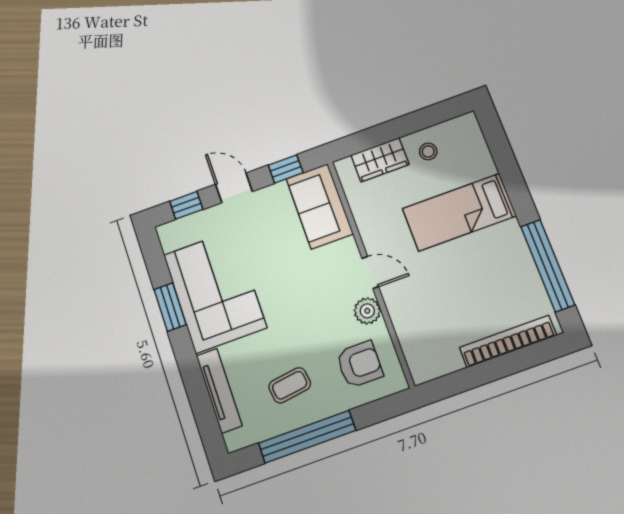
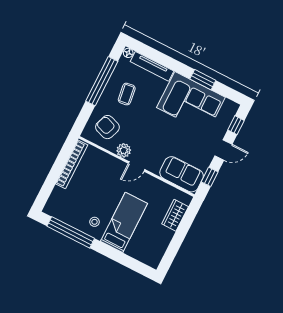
stool: (428, 151) -> (95, 222), moved
bookcase: (508, 341) -> (72, 164), moved
armchair: (360, 364) -> (107, 127), turned 109
floor lamp: (233, 441) -> (128, 53), added

